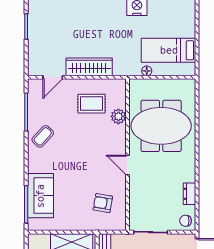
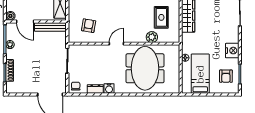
armchair: (172, 15) -> (226, 76), added
water cooler: (189, 175) -> (109, 88), added

